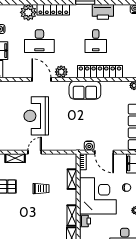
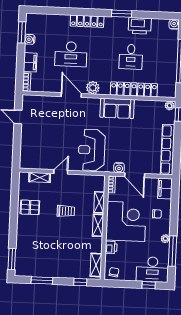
plant: (28, 12) -> (60, 23), removed
reception desk: (36, 116) -> (92, 150), moved
shelving: (72, 216) -> (98, 225), moved

